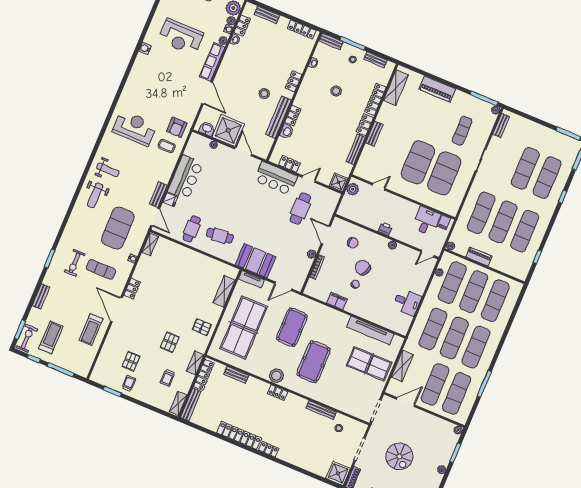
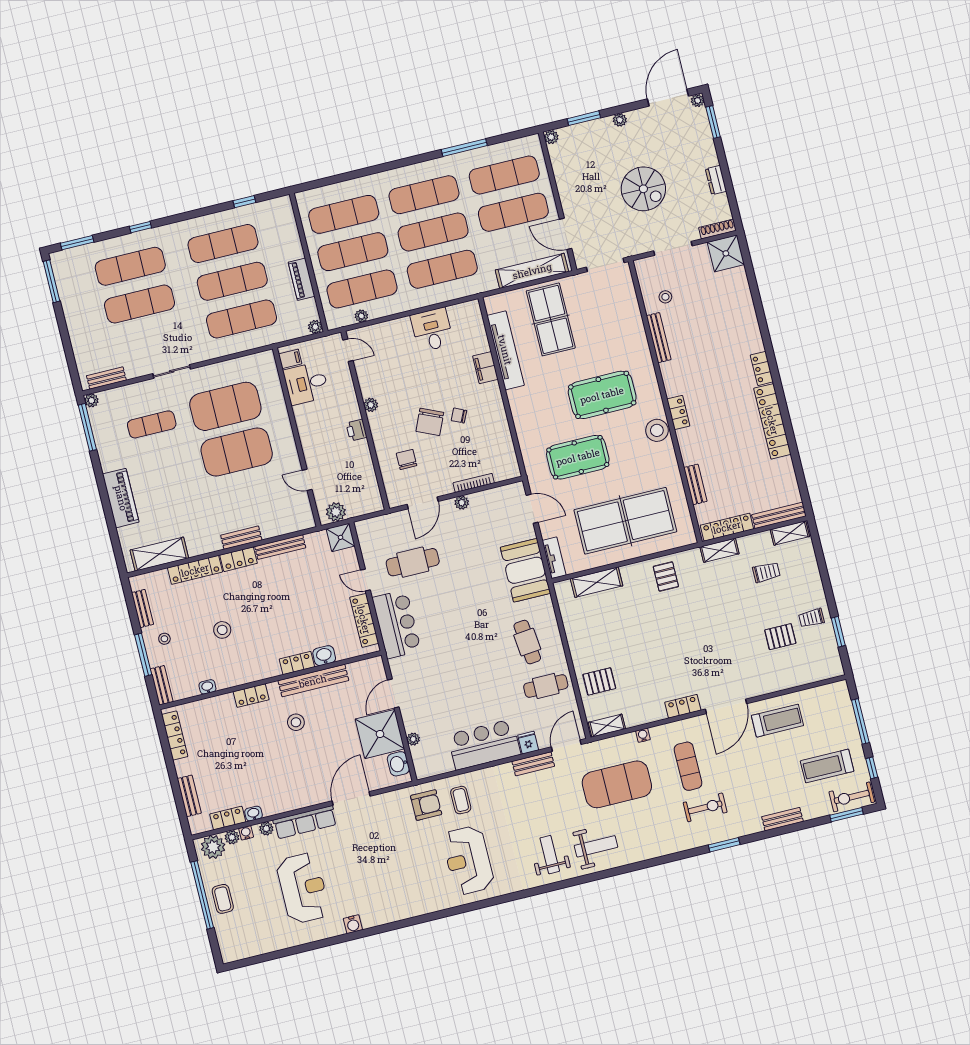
locker: (289, 164) -> (364, 620), width x1.53
filing cabinet: (337, 301) -> (485, 368), moved
pallet: (170, 342) -> (599, 681), moved
shelving: (402, 366) -> (532, 271), width x1.47
spiral stairs: (399, 456) -> (643, 189), turned 90

